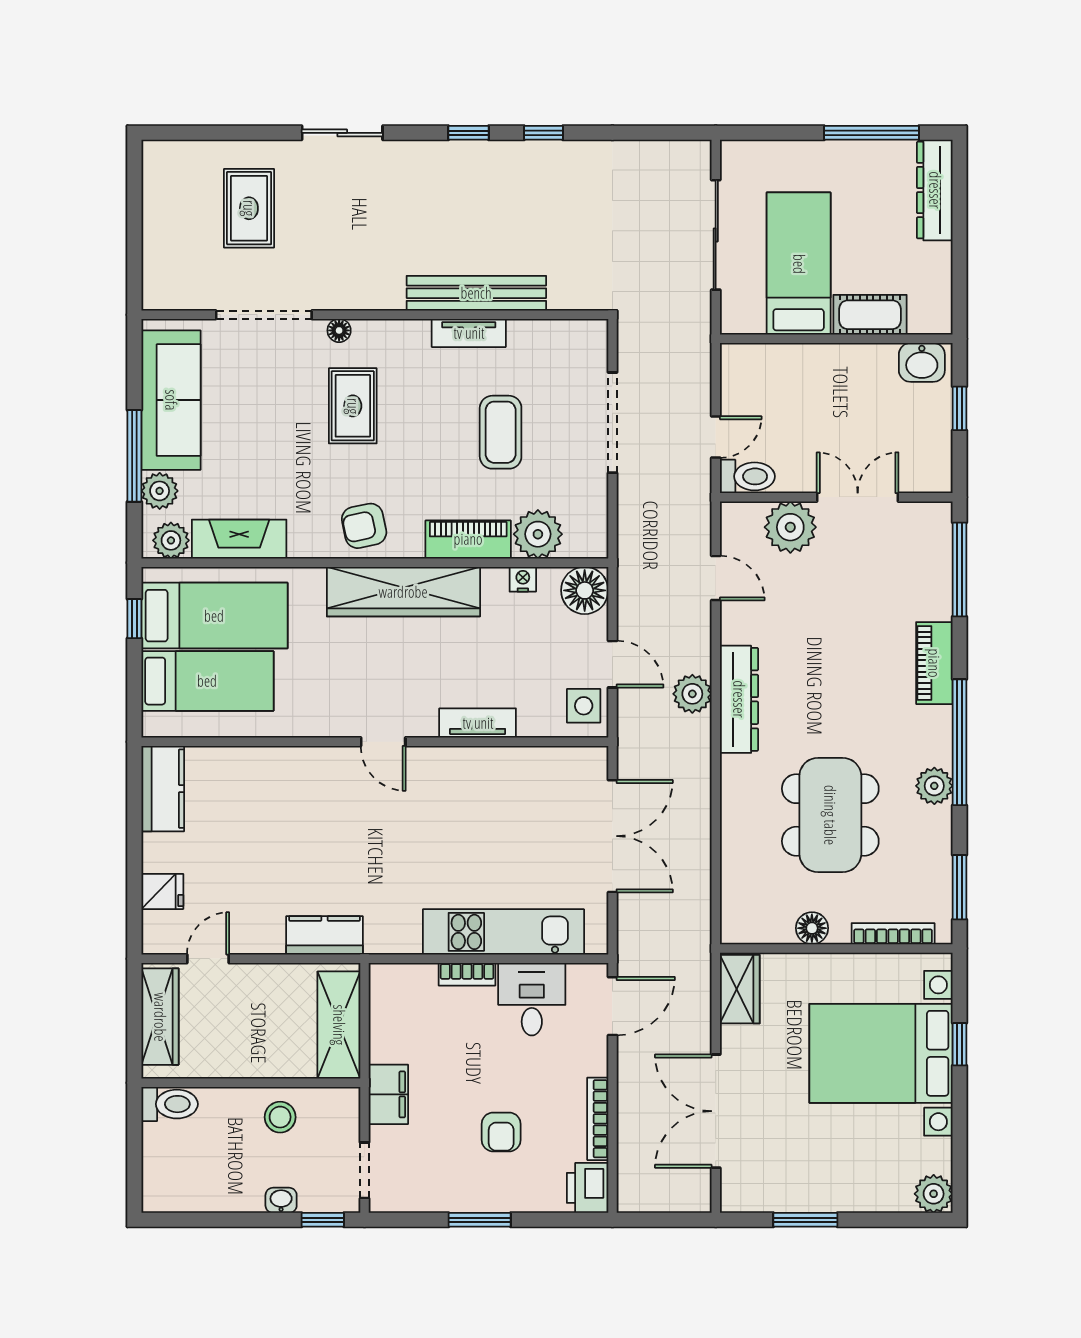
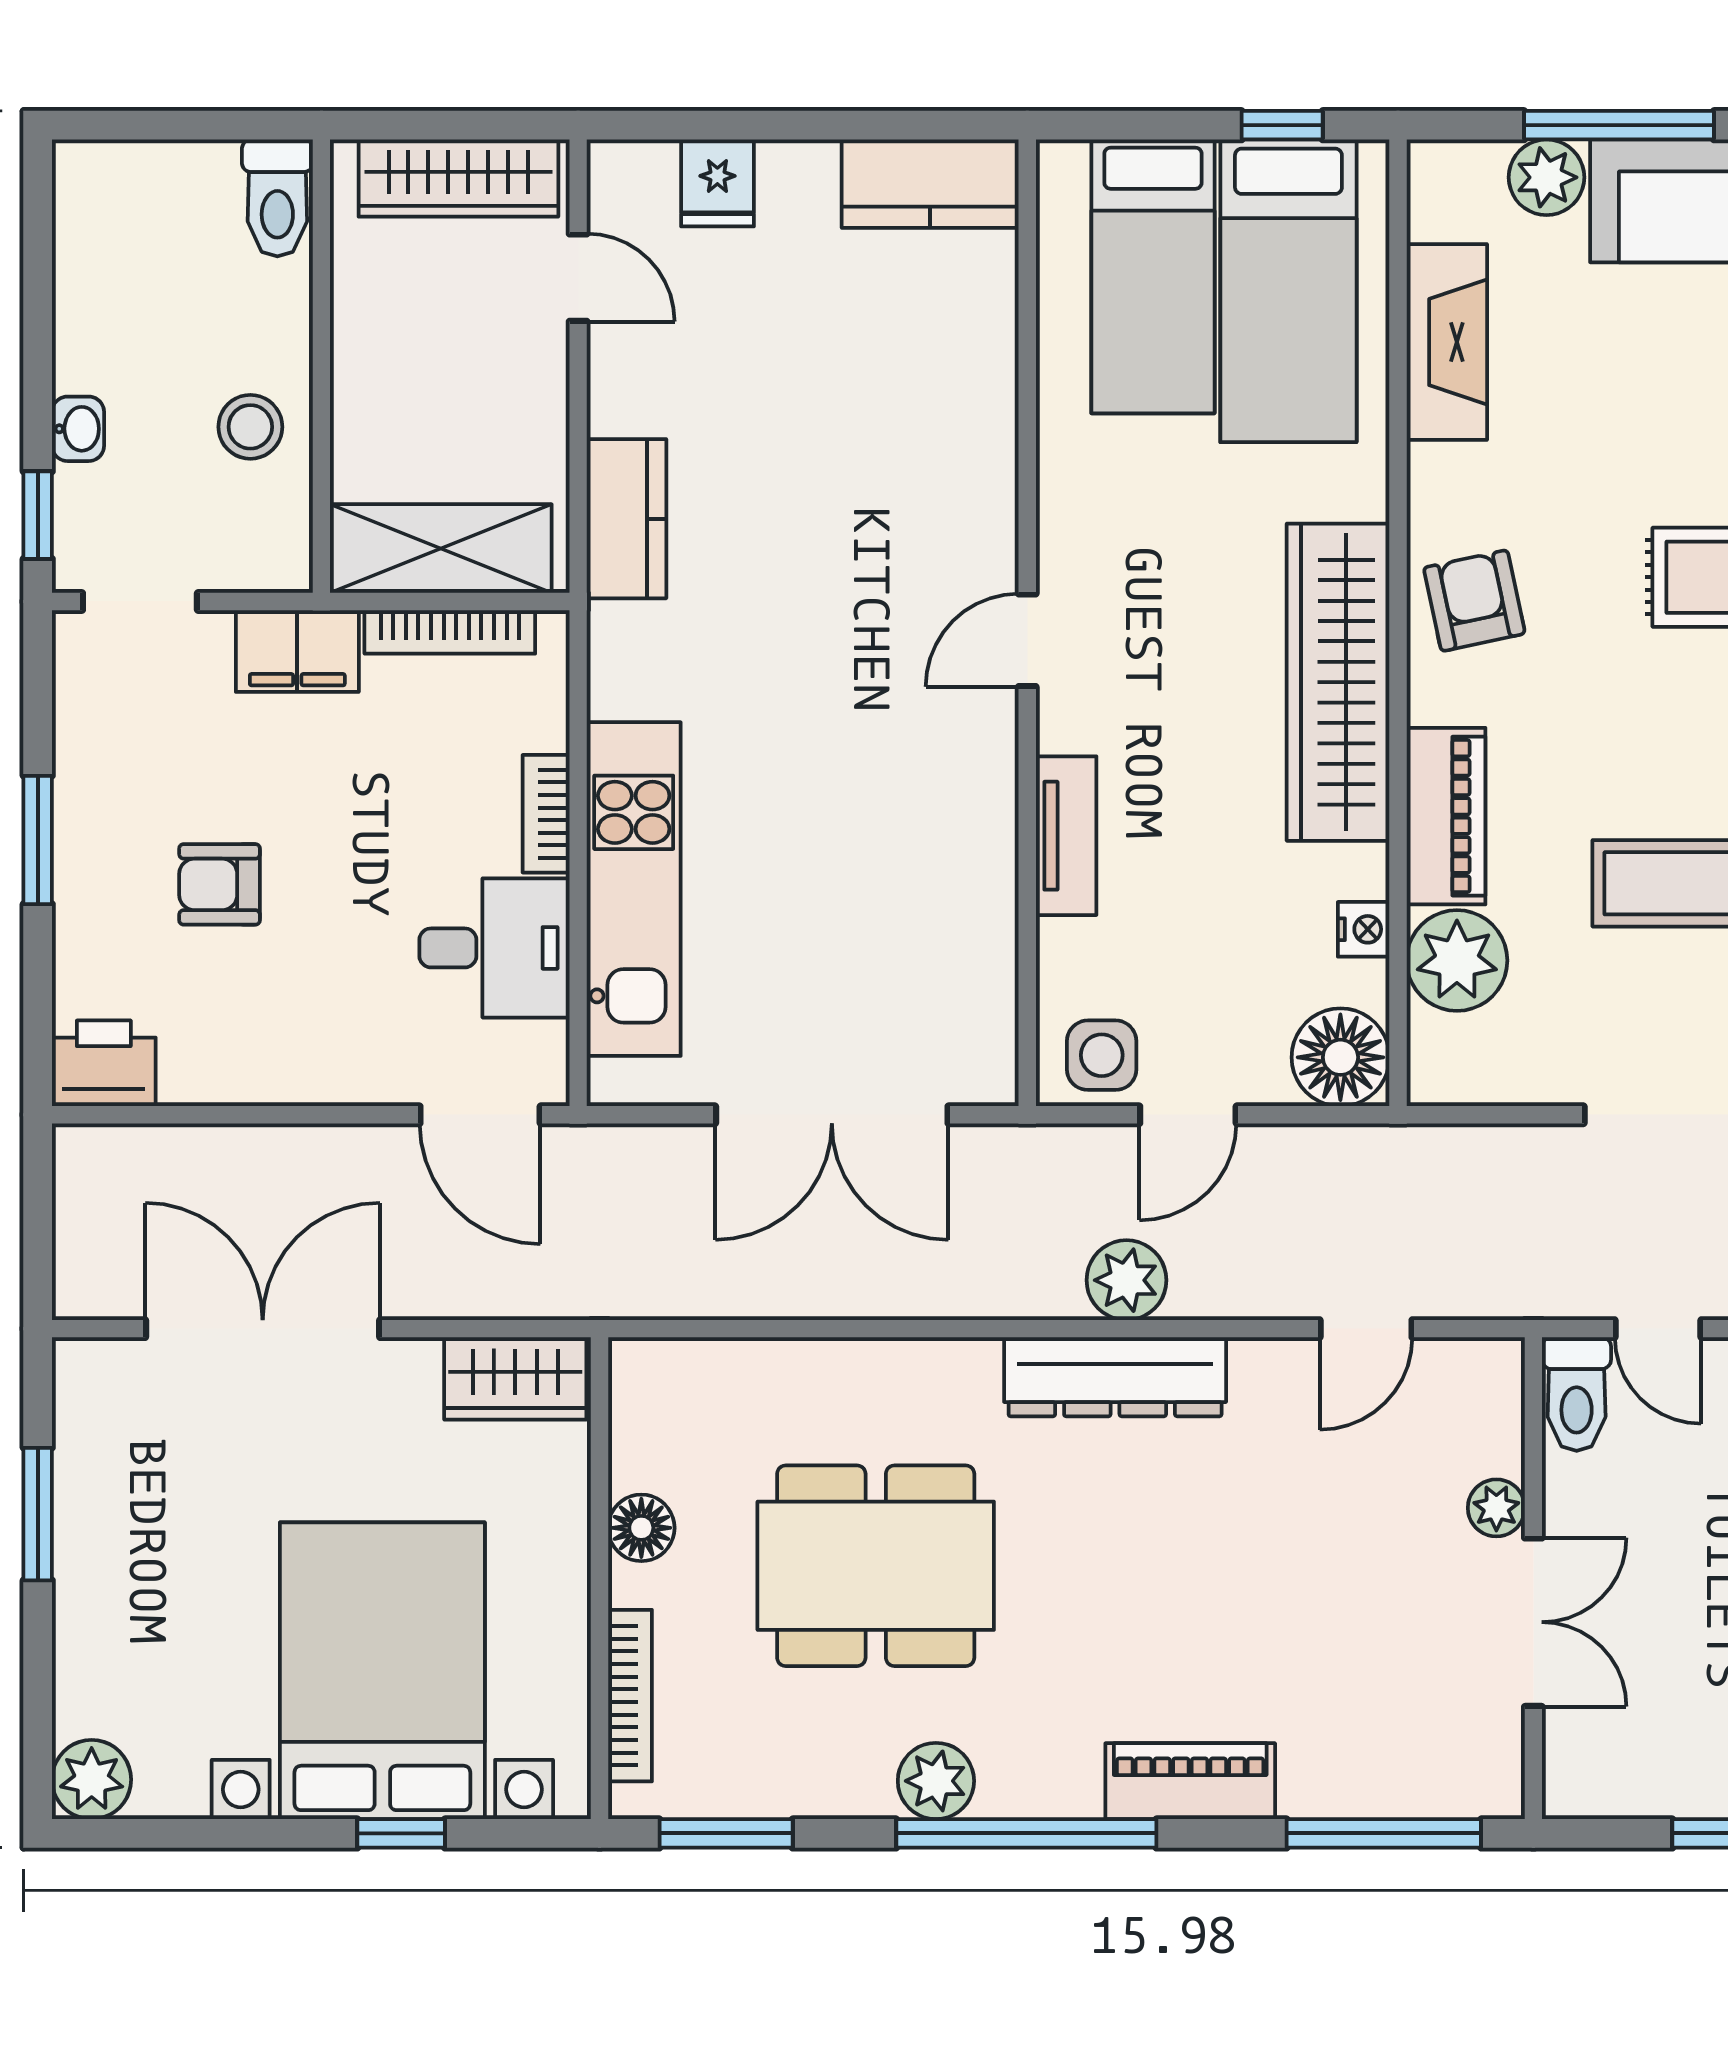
plant: (790, 527) -> (1496, 1508), width x0.53, depth x0.53
plant: (171, 540) -> (1444, 201), removed
bookcase: (598, 1119) -> (450, 632), moved, turned 180

